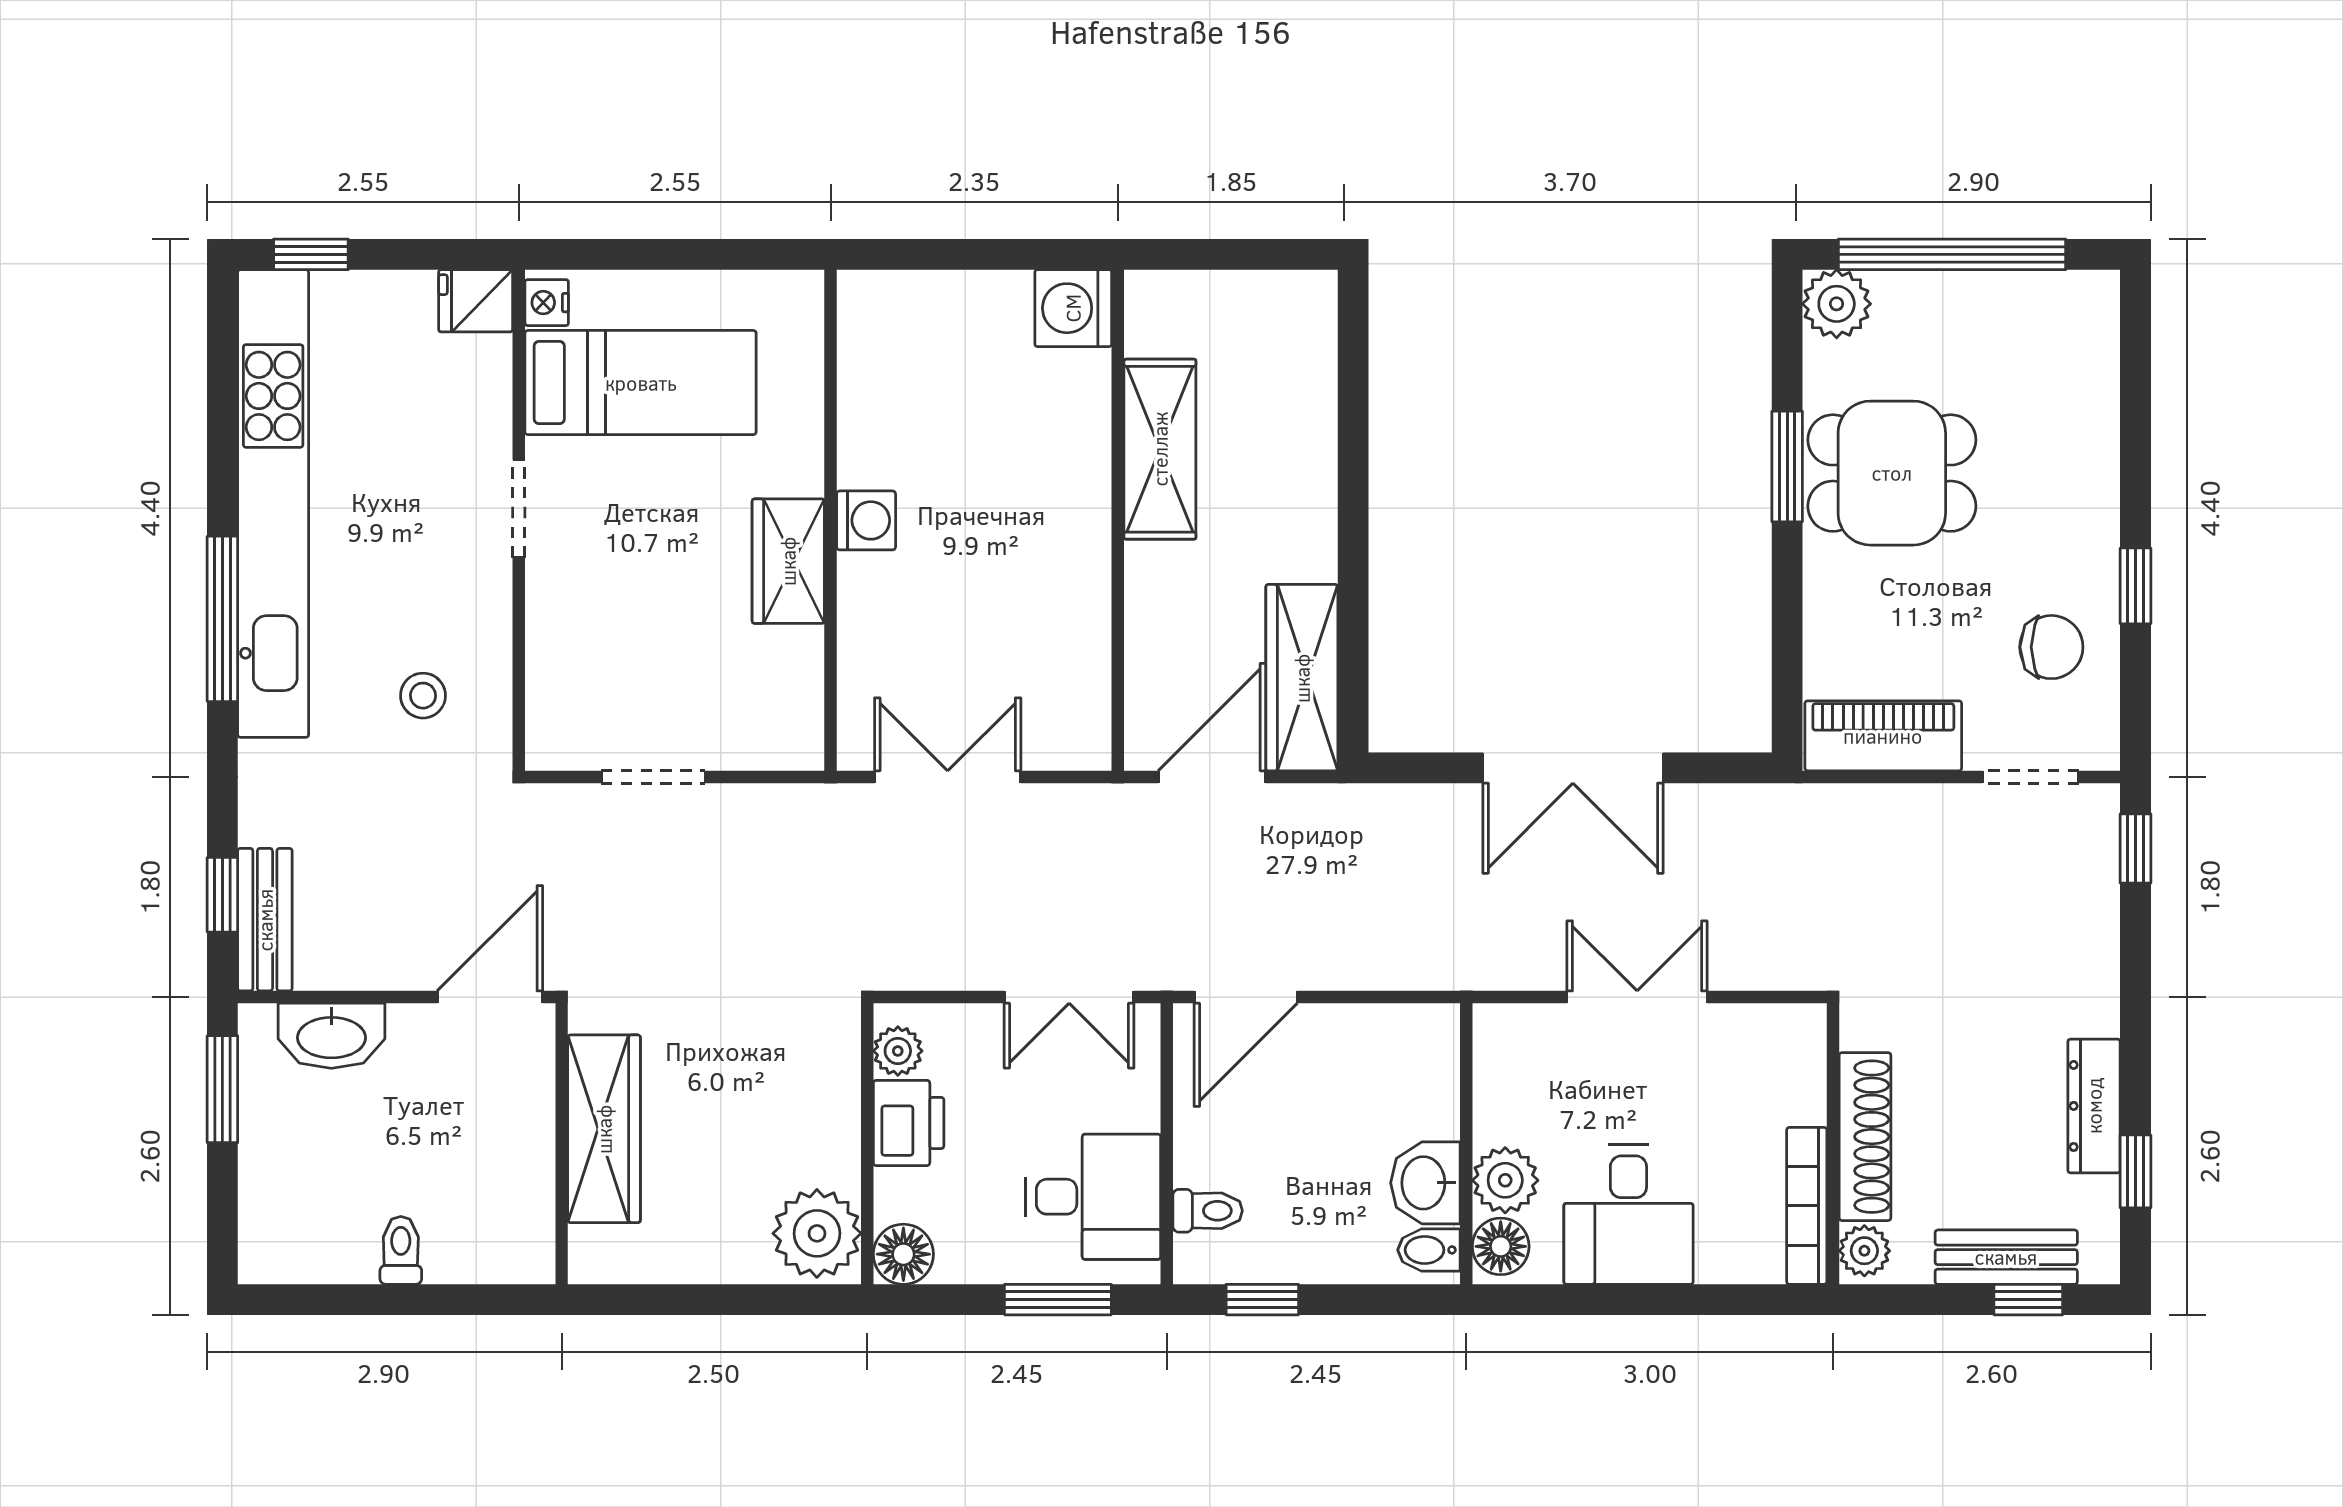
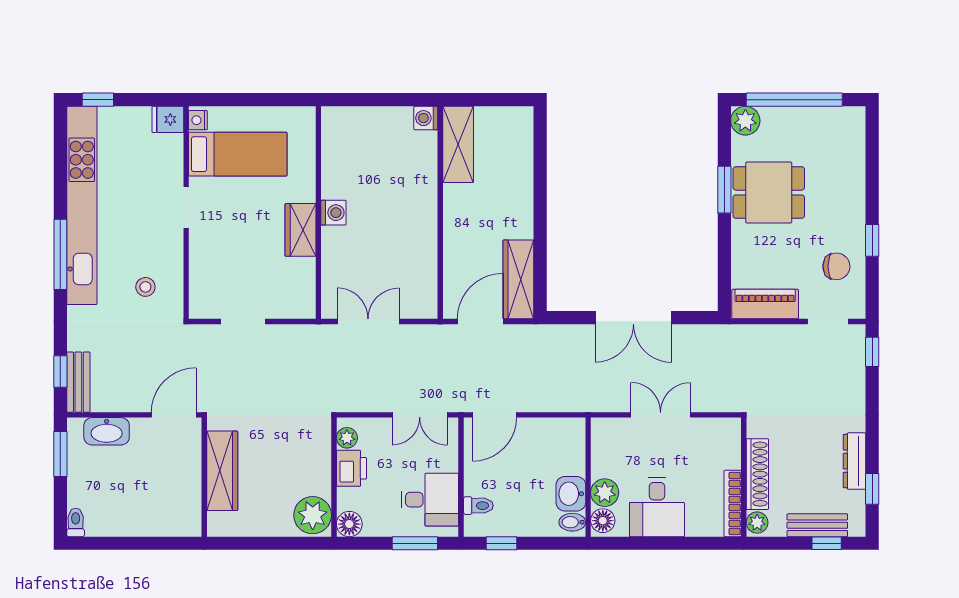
washing machine: (1073, 308) -> (426, 118), width x0.73, depth x0.73
shelving: (1160, 449) -> (458, 144), moved
toilet: (401, 1250) -> (76, 522), moved

